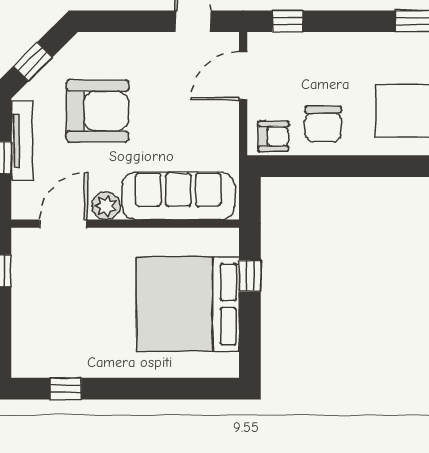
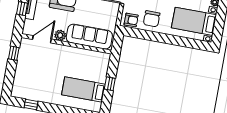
window: (250, 276) -> (110, 84), moved
bed: (188, 304) -> (84, 89), width x0.49

